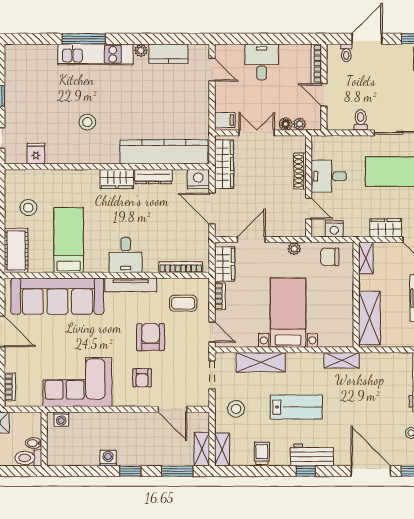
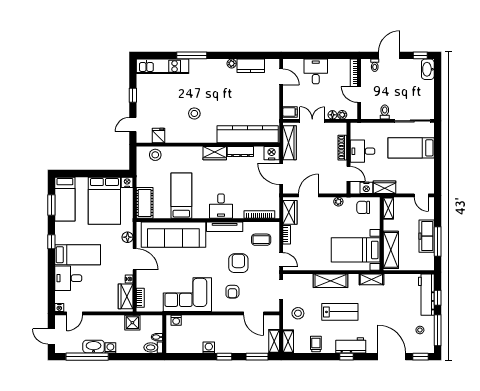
kitchen unit: (96, 54) -> (163, 66), moved
stool: (28, 208) -> (155, 155), moved
wardrobe: (386, 228) -> (385, 187), moved
bed with nightstands: (288, 313) -> (356, 250), moved, turned -90
shelving: (261, 362) -> (330, 281), moved

